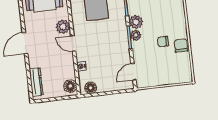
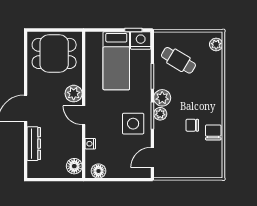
side table: (115, 46) -> (133, 124), added
dresser: (36, 82) -> (34, 144), moved

